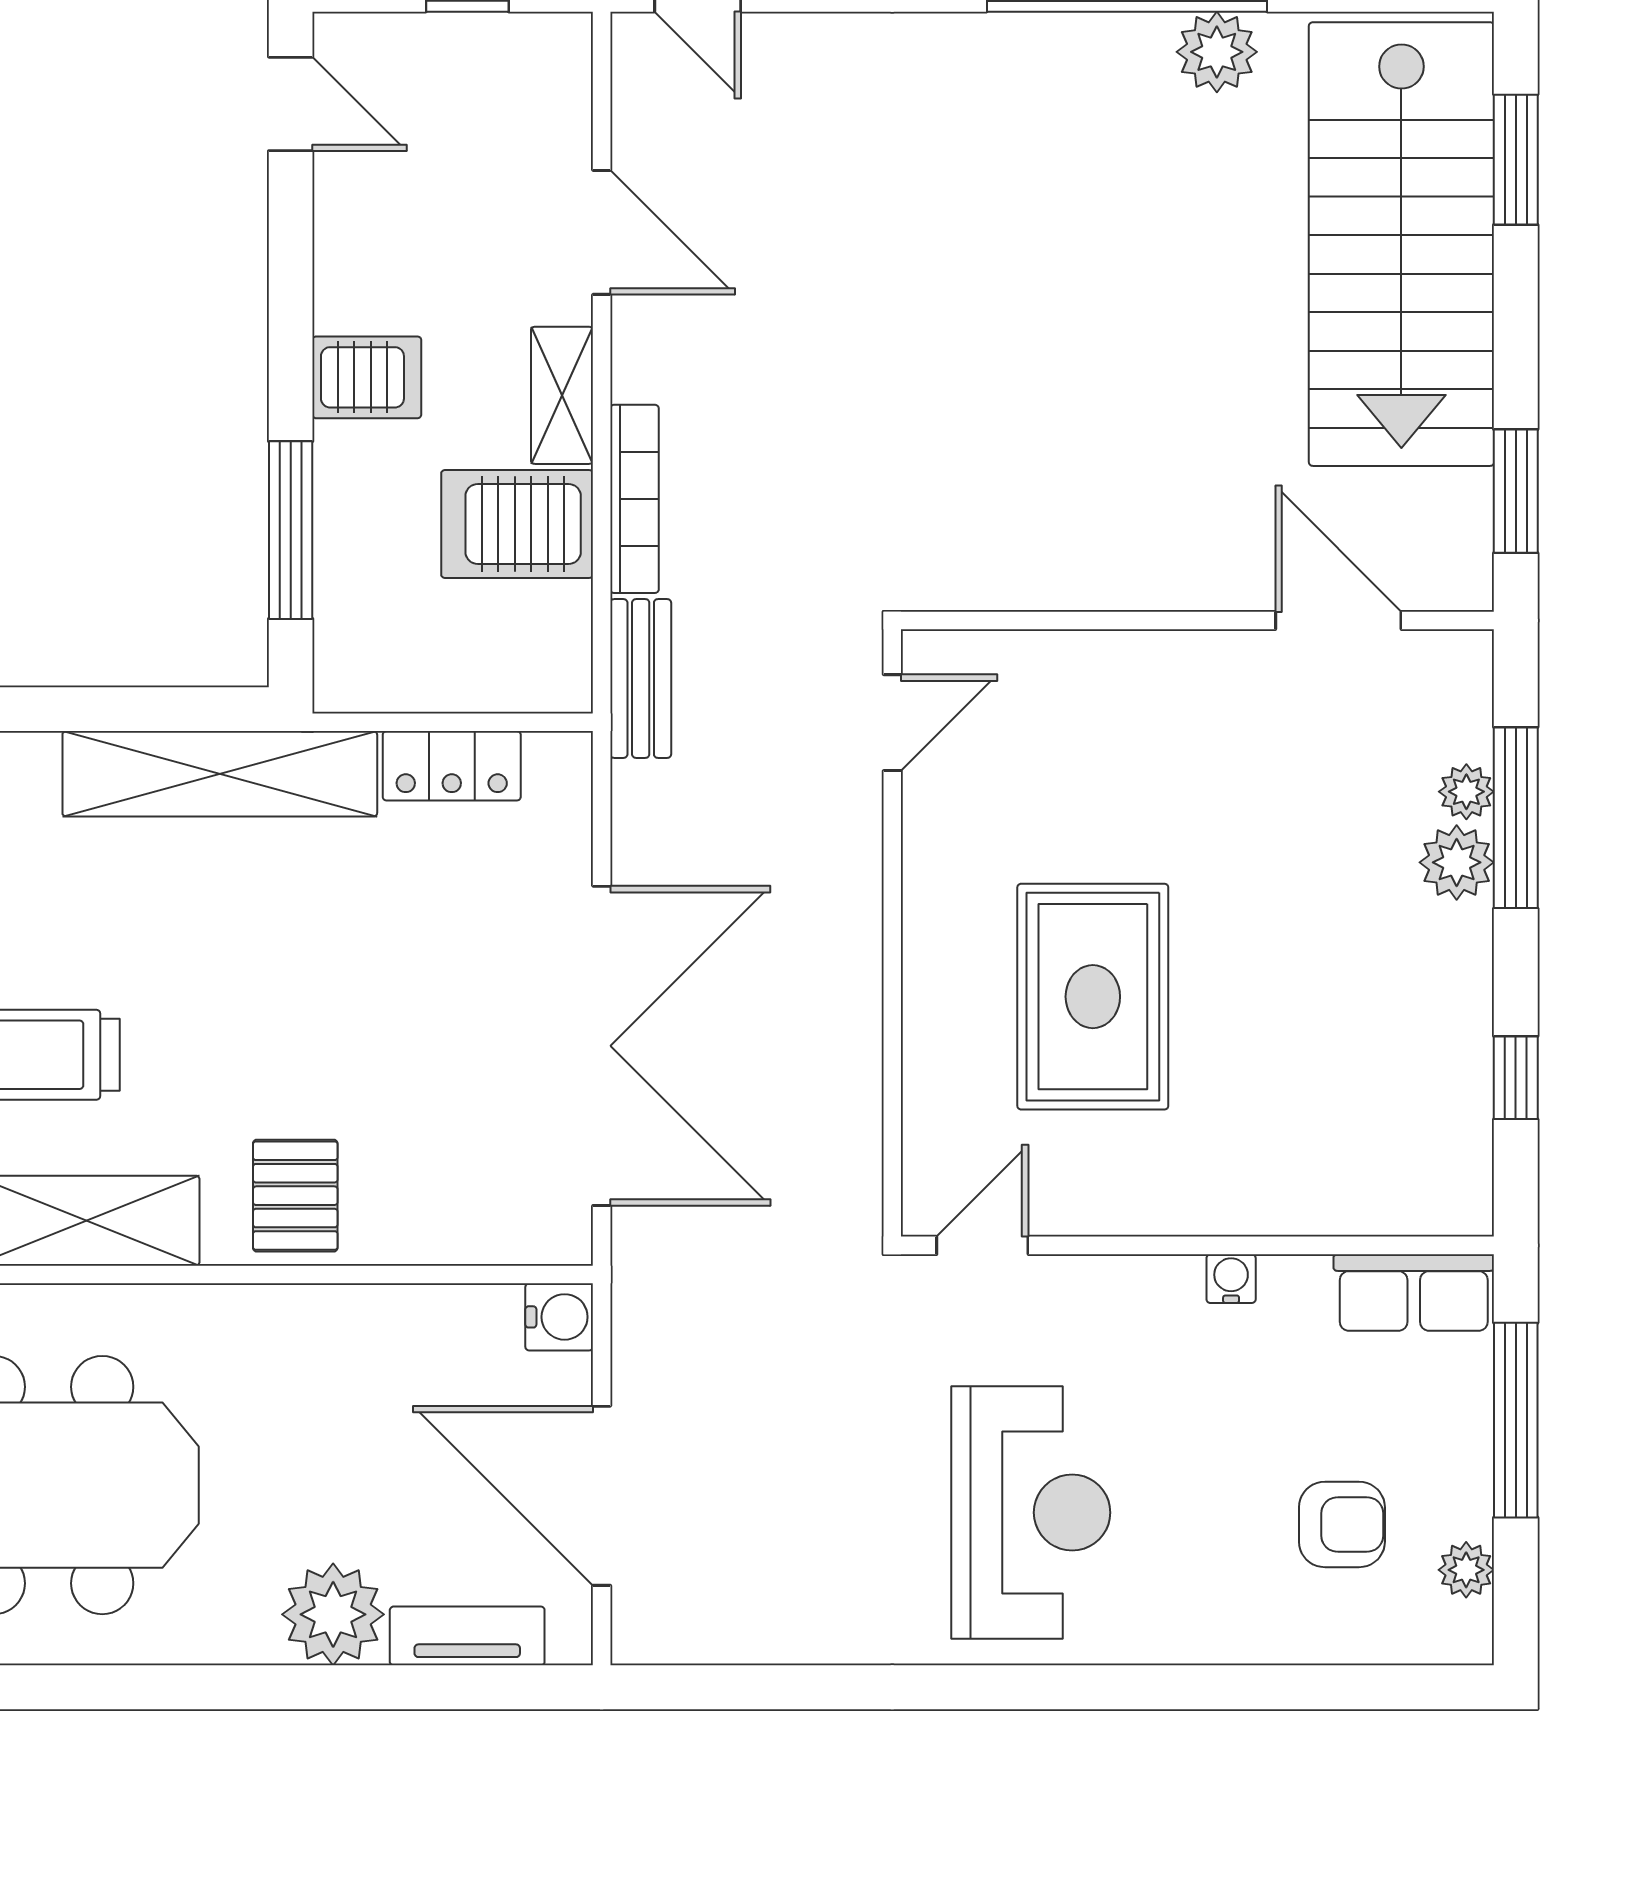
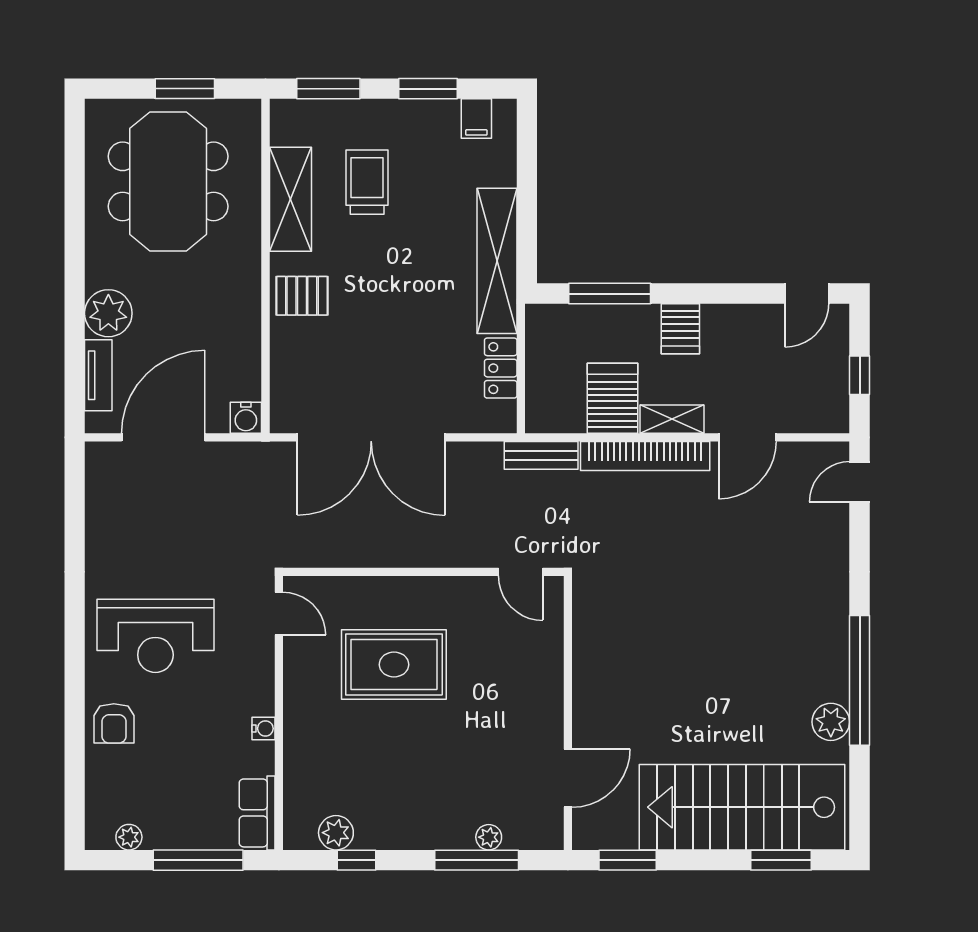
bookcase: (634, 499) -> (645, 456), width x1.48, depth x1.31
plant: (1457, 862) -> (336, 833), moved
armchair: (1342, 1524) -> (114, 723), moved

